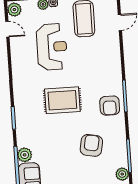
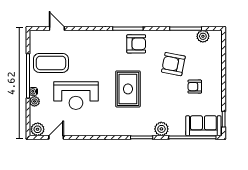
reception desk: (52, 47) -> (76, 96), turned 180
plant: (25, 155) -> (161, 129), moved
armchair: (70, 169) -> (195, 87), added

